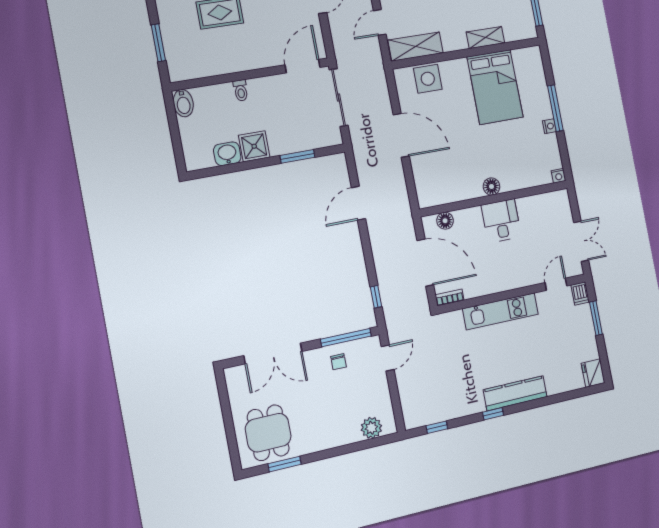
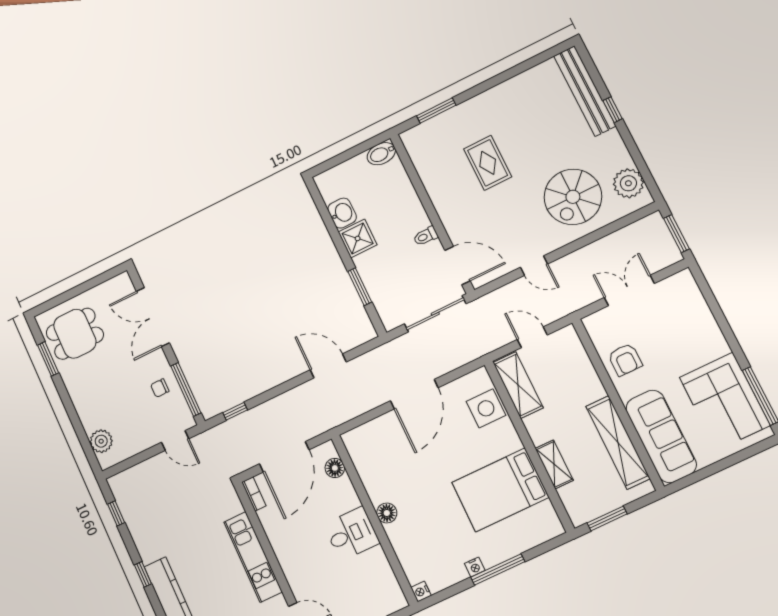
toilet: (241, 90) -> (426, 236), moved

